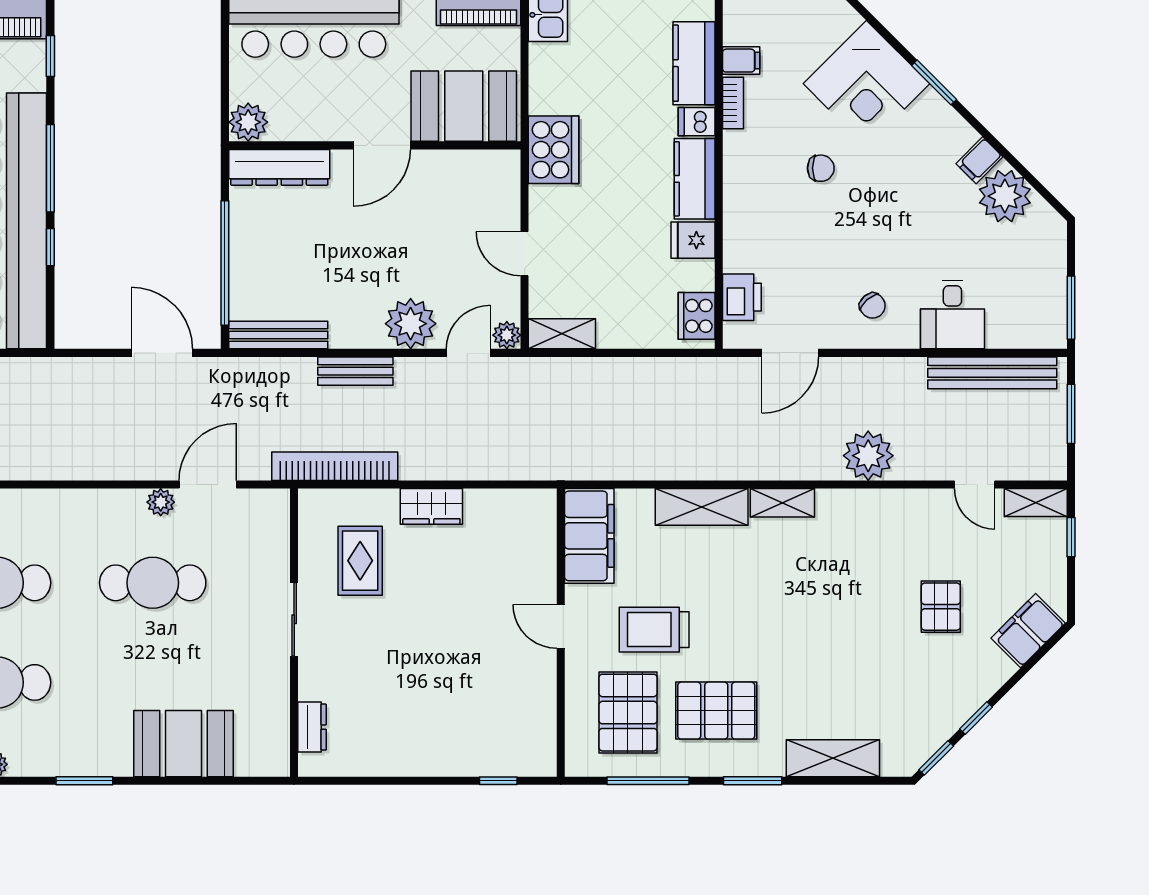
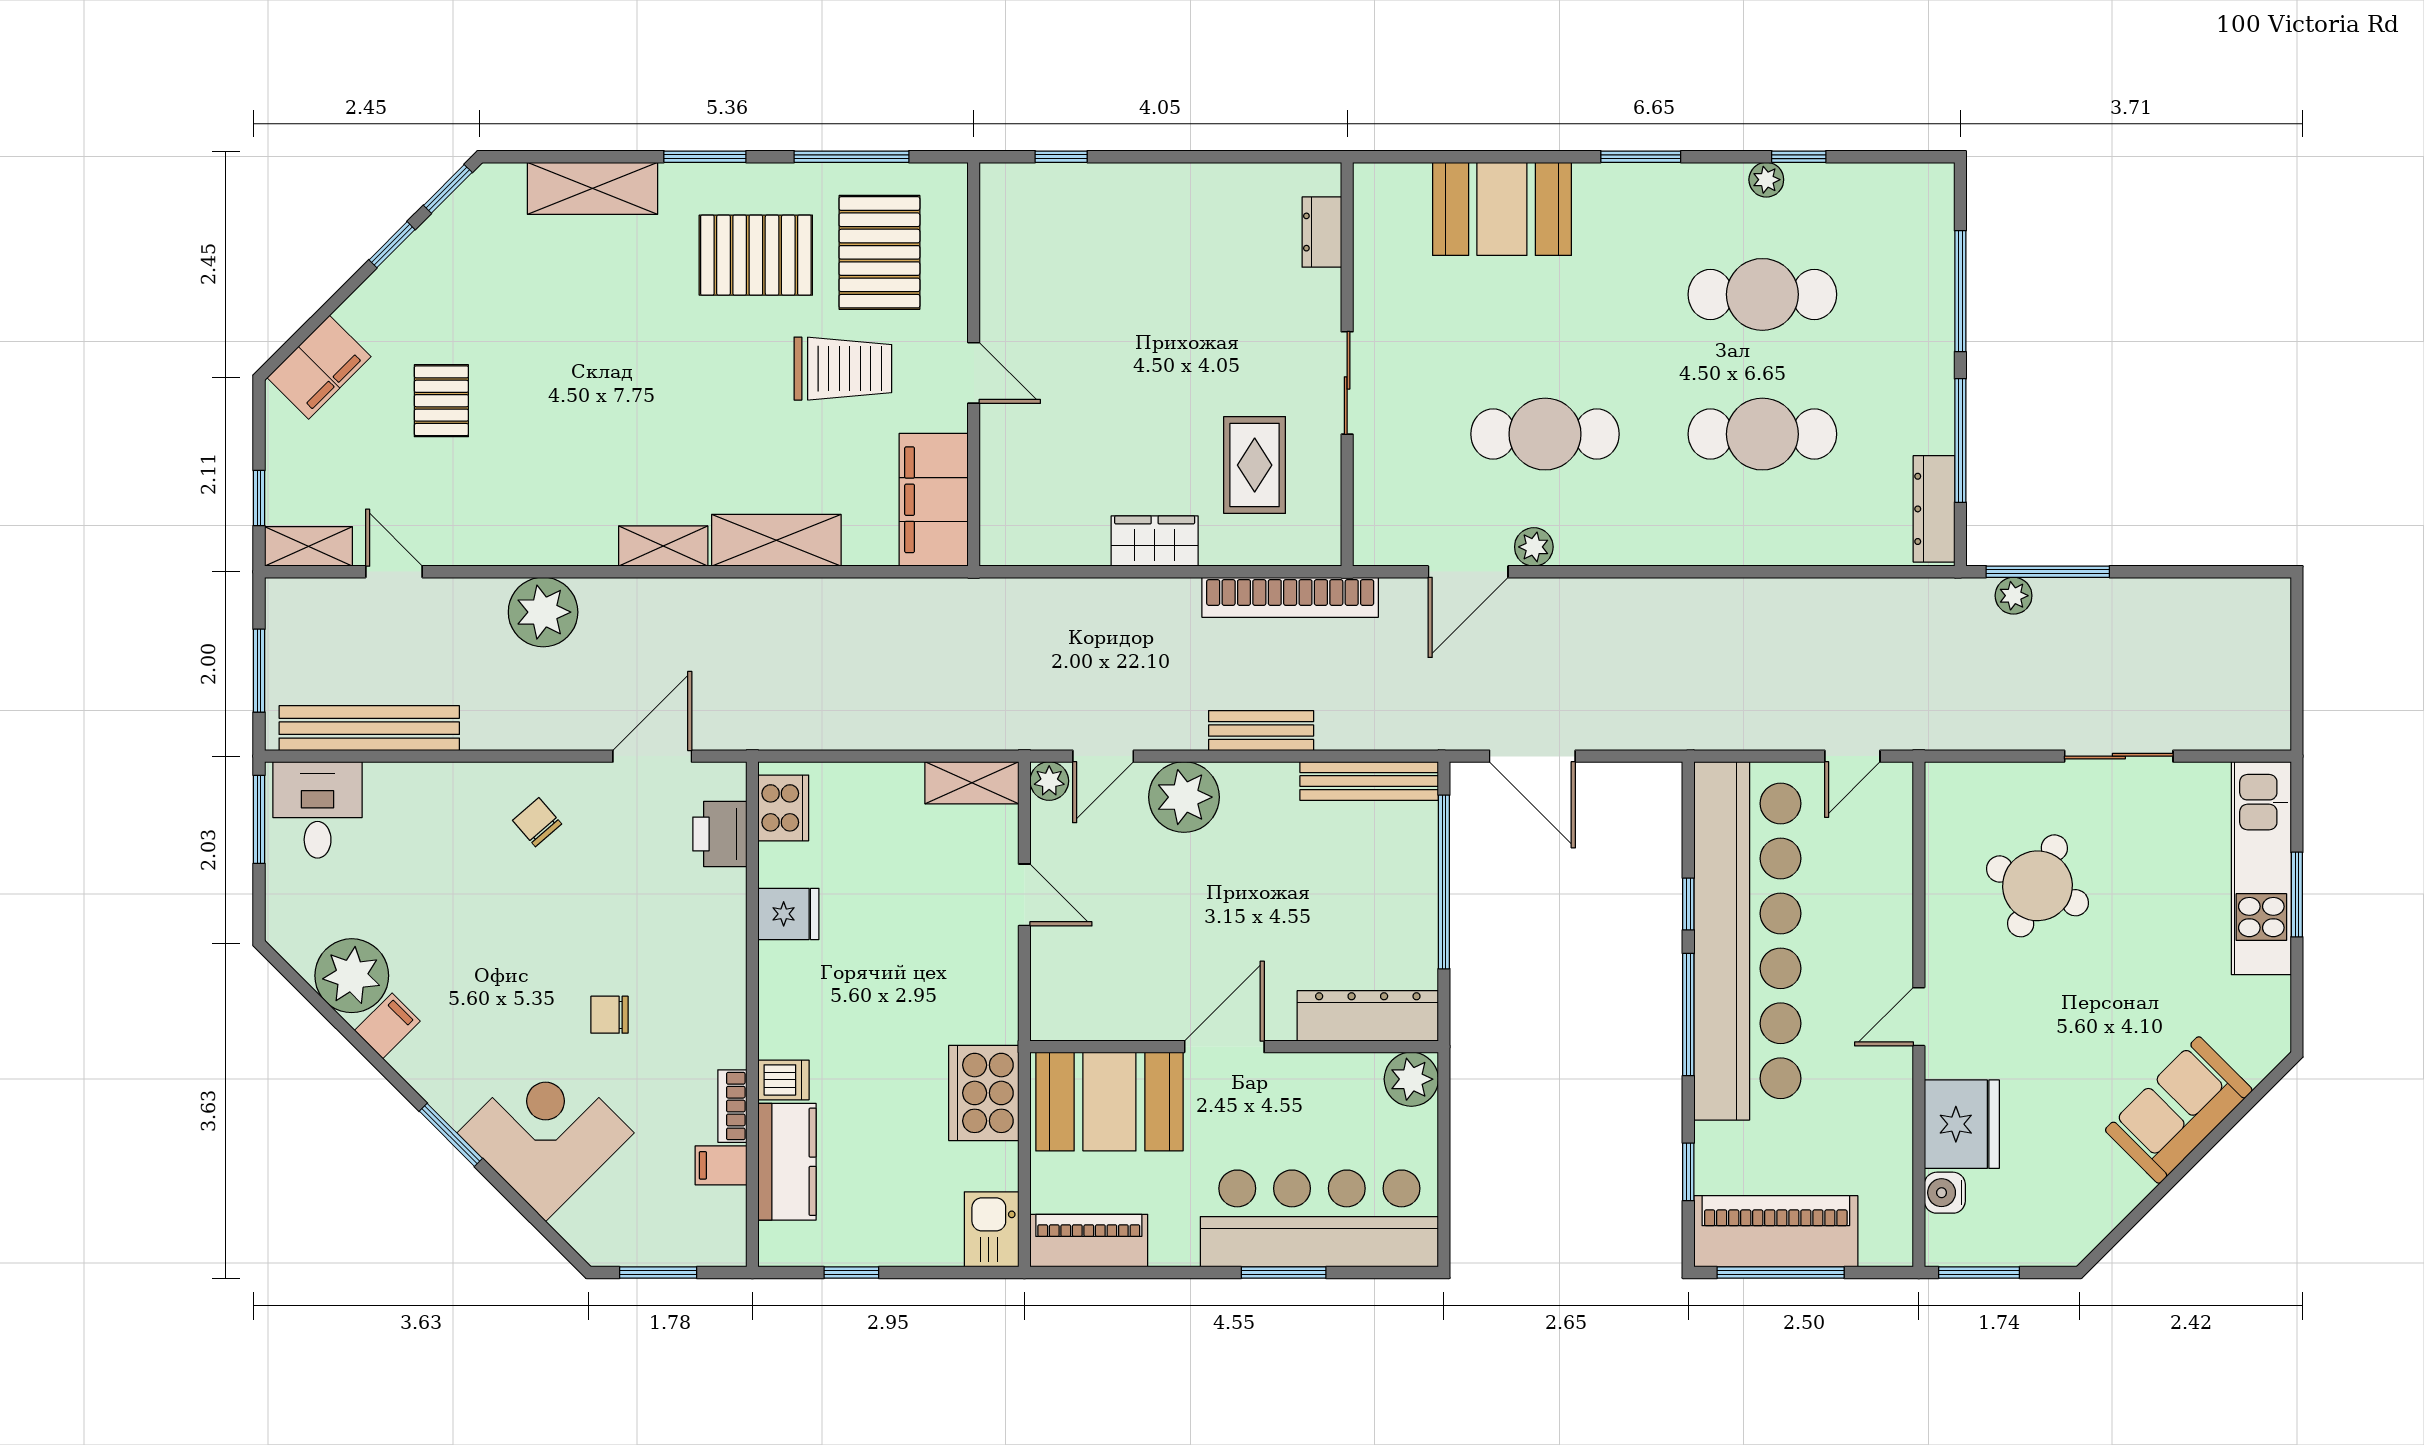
cooker: (554, 150) -> (984, 1093), moved
kitchen counter: (695, 179) -> (786, 1000), removed
desk: (952, 314) -> (318, 810), moved

